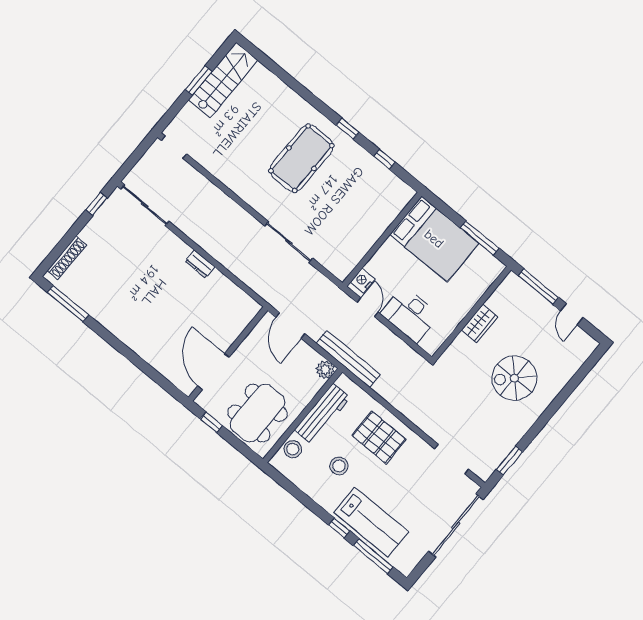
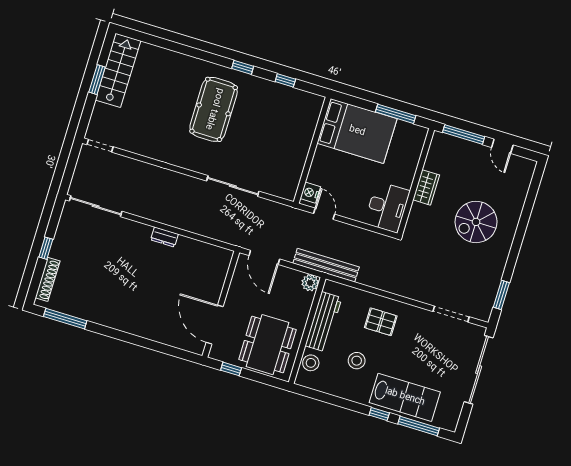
window: (96, 204) -> (46, 248), moved
desk: (410, 314) -> (387, 207), moved, turned -90
pallet: (379, 437) -> (381, 322), width x0.67, depth x0.71

